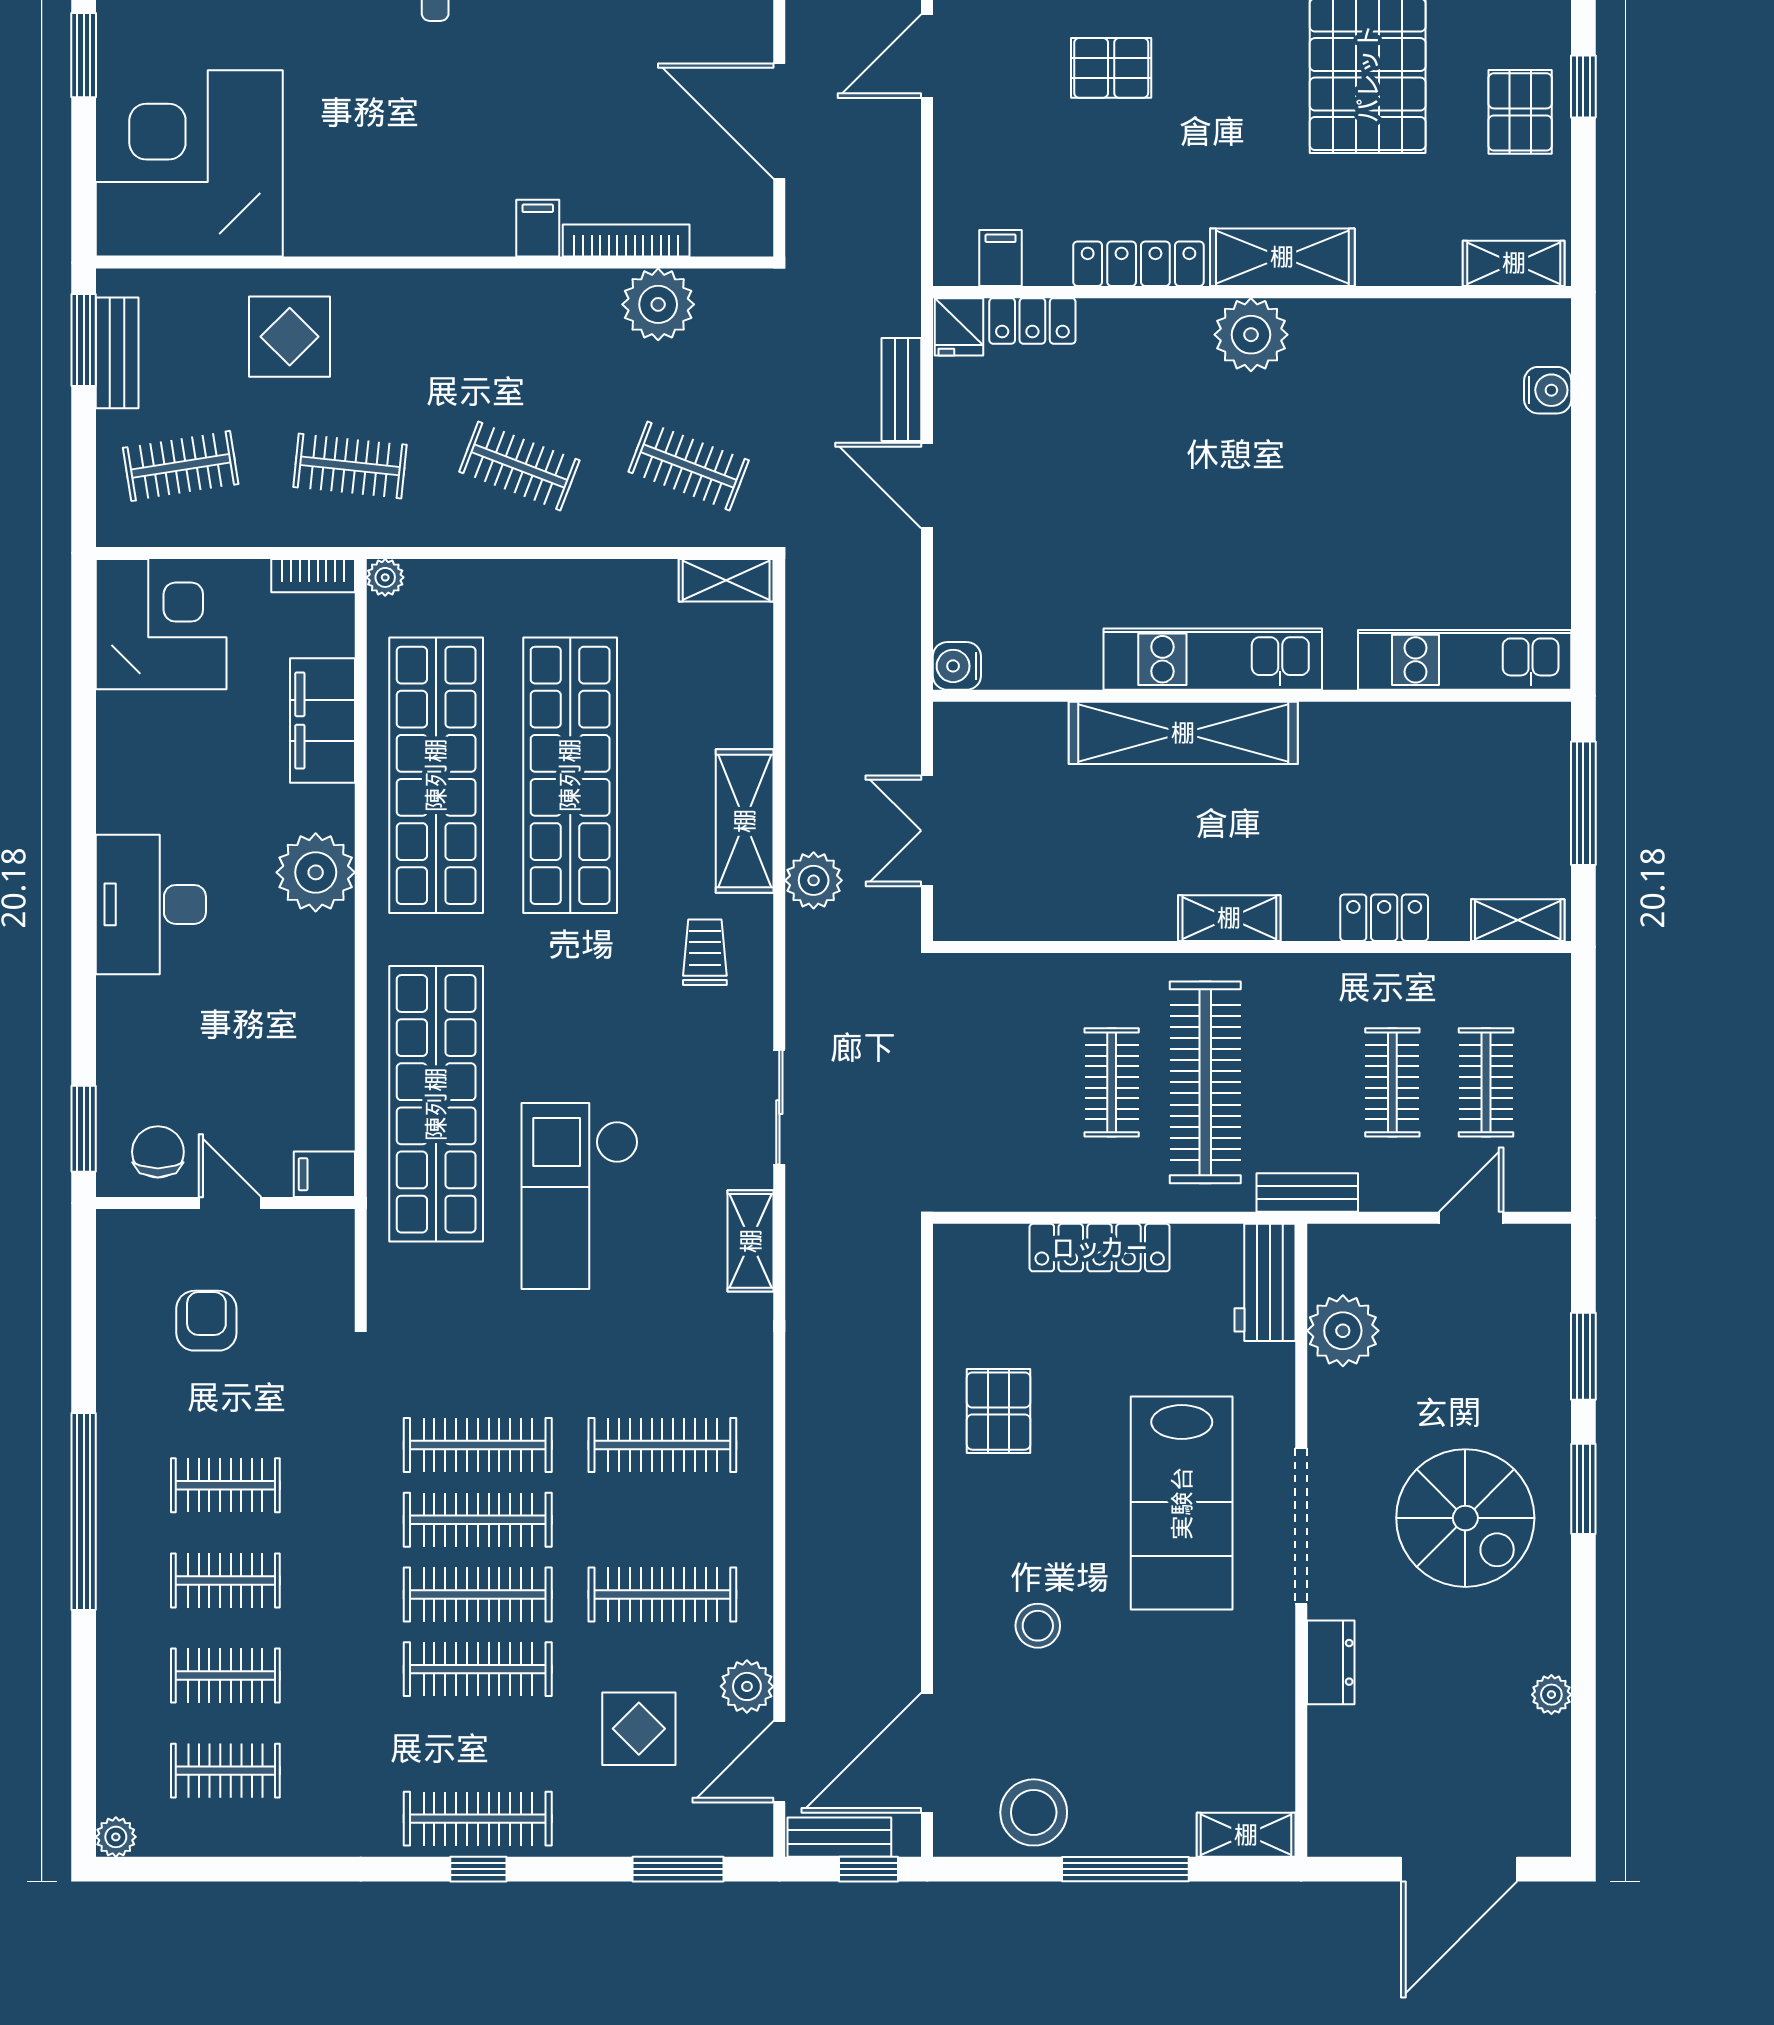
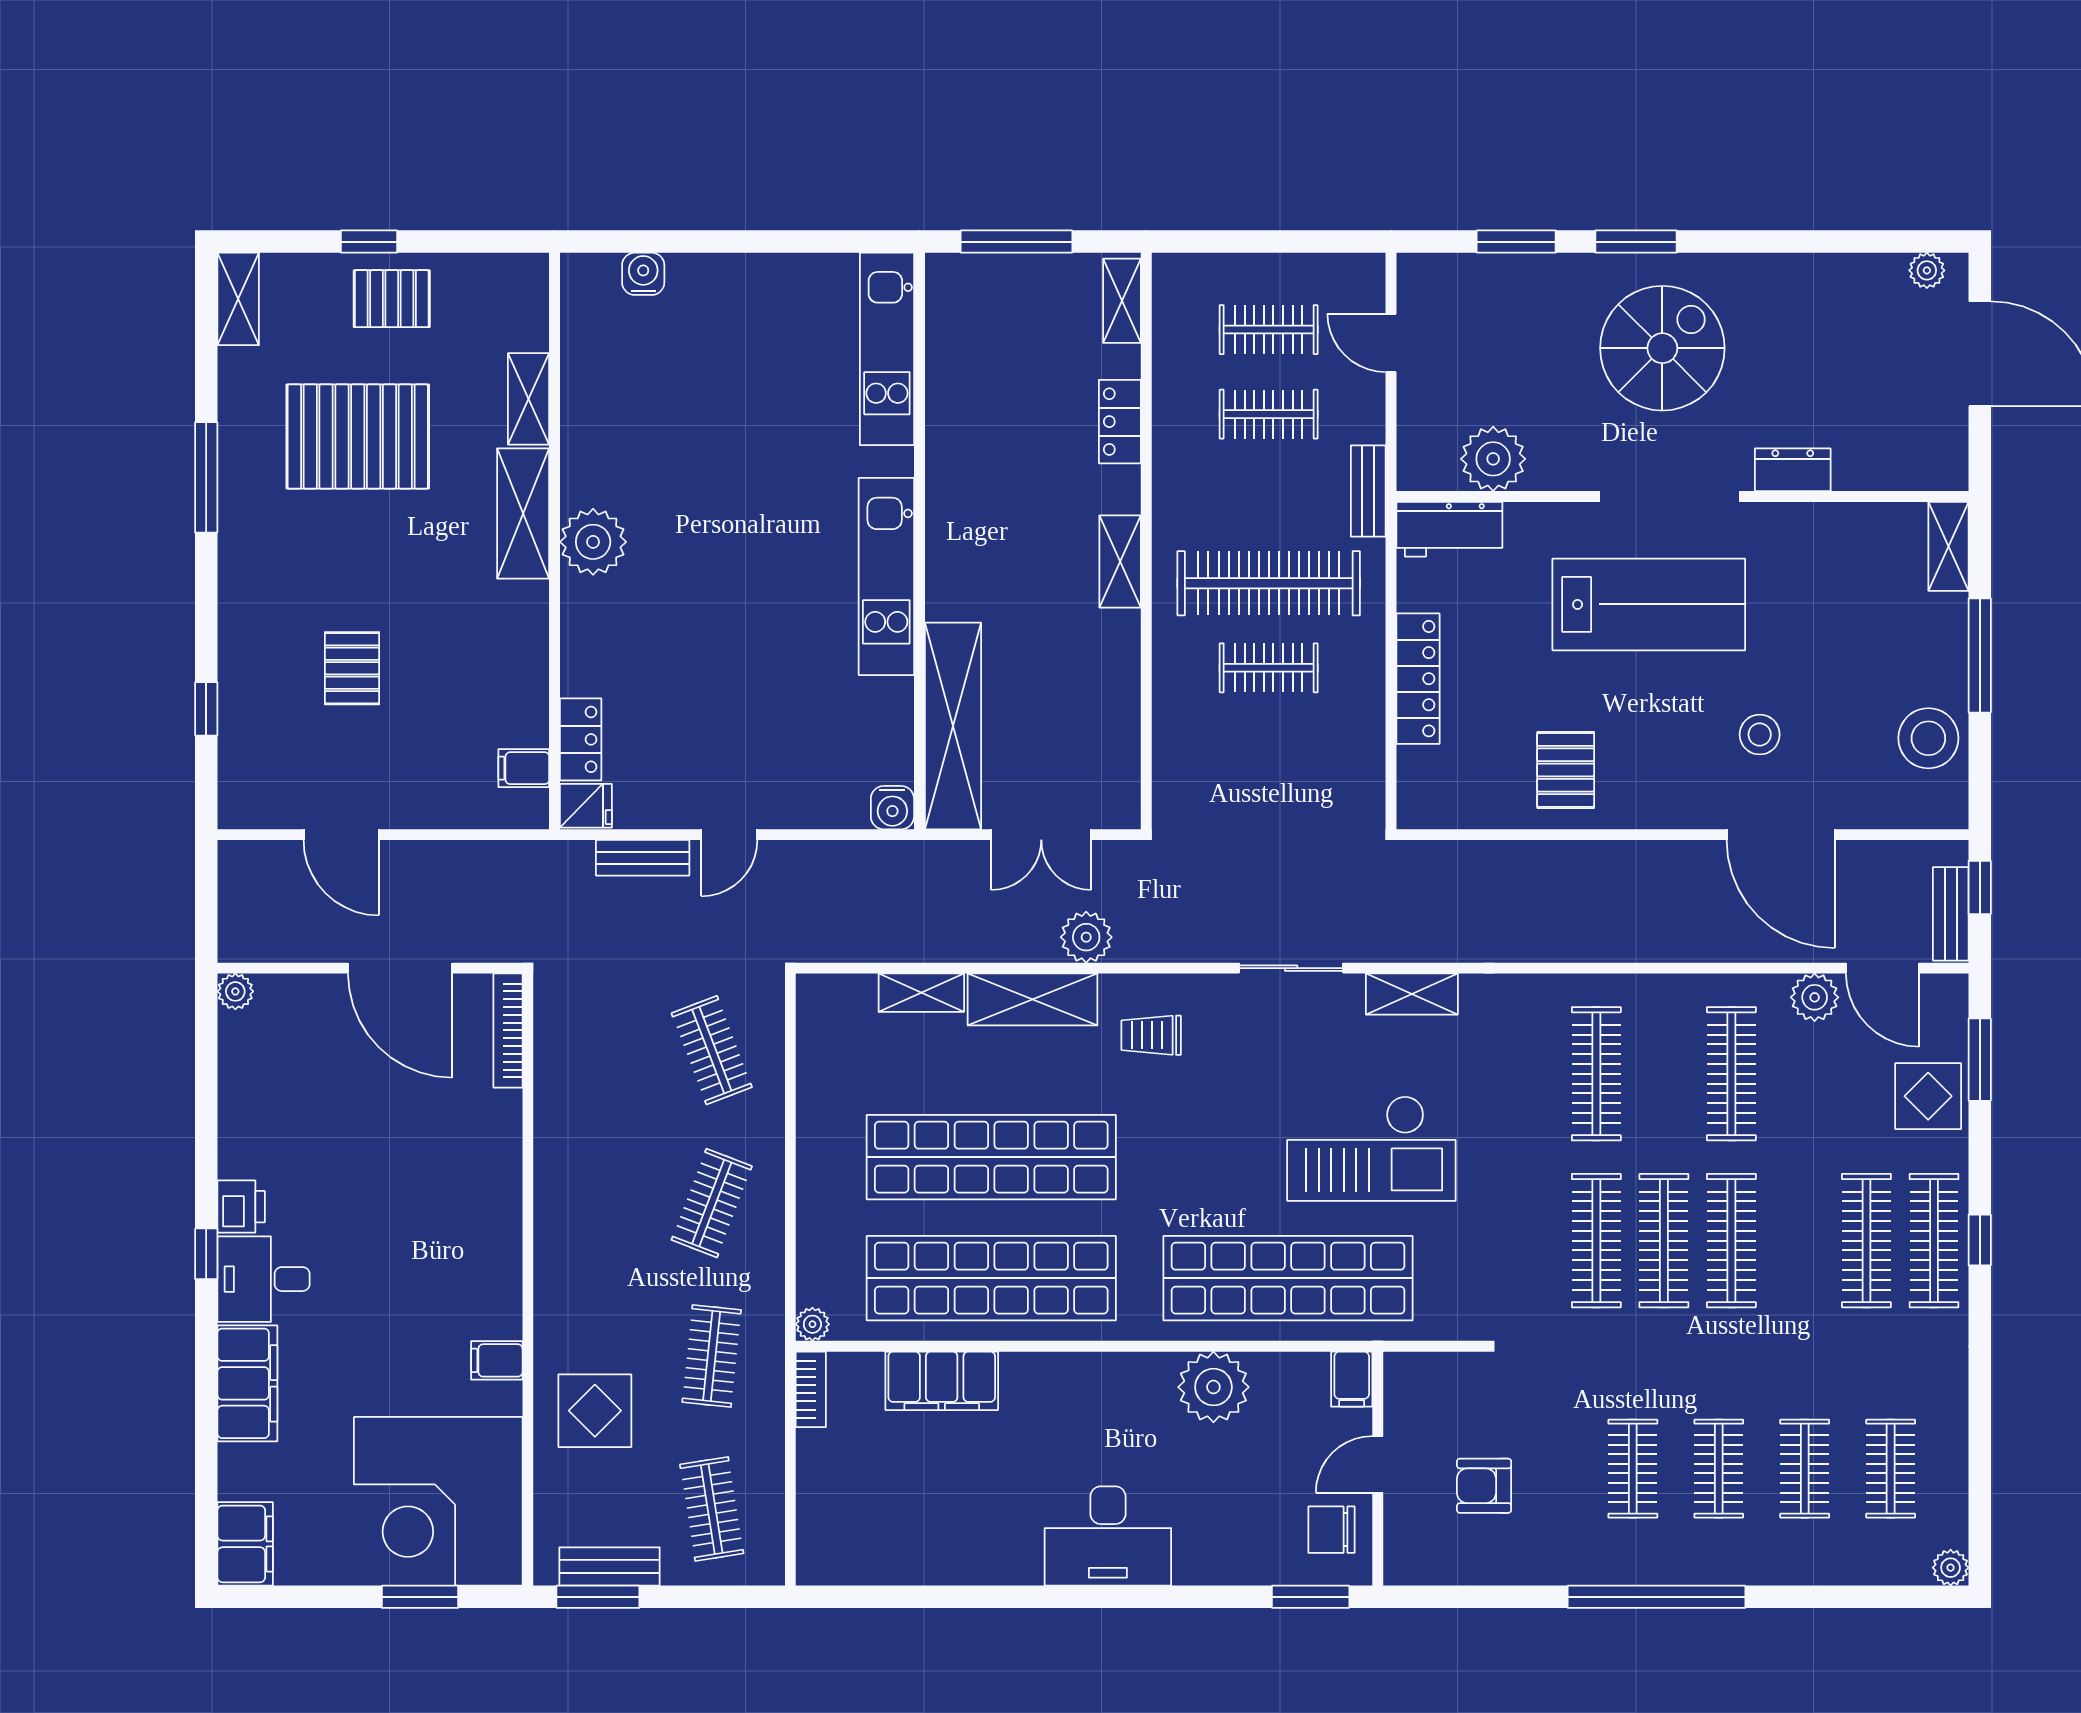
window: (84, 55) -> (420, 1597), moved
door: (779, 121) -> (400, 968), hinge flipped
filing cabinet: (538, 228) -> (497, 1360), moved
bookcase: (626, 240) -> (508, 1030), moved
shelving: (1514, 263) -> (529, 399), moved
locker: (1138, 264) -> (529, 644), removed
plant: (658, 304) -> (566, 1078), removed
clothes rail: (689, 466) -> (712, 1050), turned -42
door: (927, 485) -> (729, 835), width x0.73
shelving: (726, 580) -> (921, 993), moved, turned 90
corner desk: (161, 624) -> (855, 1527), removed
shelving: (1183, 733) -> (953, 726), moved
plant: (316, 872) -> (1213, 1387), moved
pallet: (999, 1411) -> (1566, 770), turned 90
clothes rail: (478, 1669) -> (1866, 1241), moved
plant: (1551, 1695) -> (1927, 270), moved
display table: (639, 1729) -> (1928, 1096), moved
door: (927, 1753) -> (1781, 835), moved

